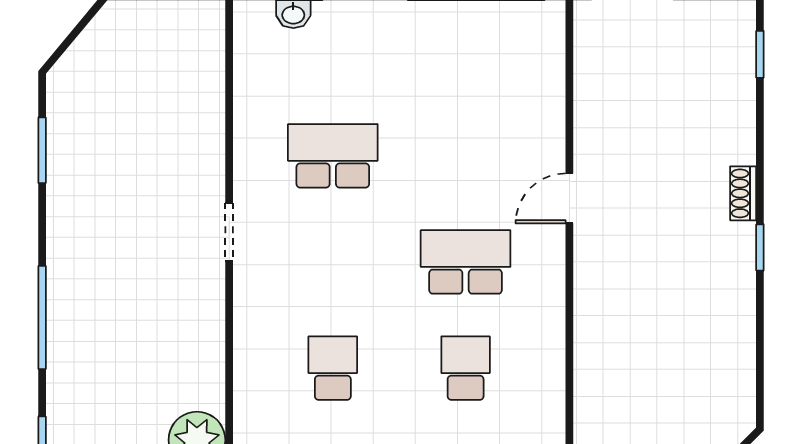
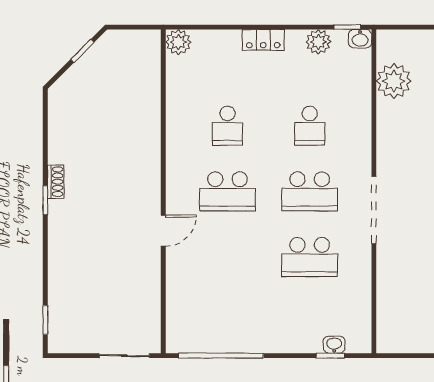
shoe rack: (743, 193) -> (56, 182), moved
doorway: (229, 232) -> (374, 210), width x1.88
school desk: (333, 262) -> (310, 191), added

